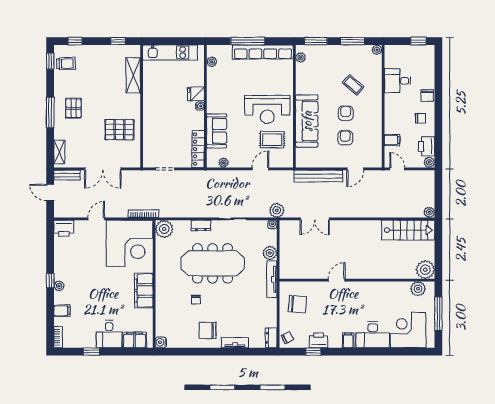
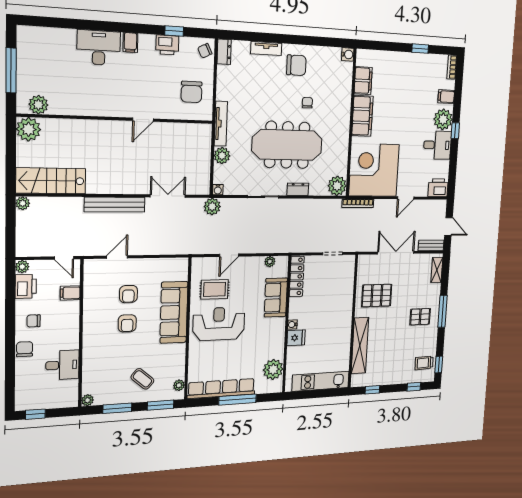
plant: (212, 62) -> (273, 369), width x1.88, depth x1.88
shelving: (133, 75) -> (360, 345), width x1.47
coffee table: (353, 85) -> (142, 379), moved
pallet: (73, 108) -> (420, 317), turned 90
bench: (318, 176) -> (115, 205), moved
plant: (59, 286) -> (443, 119), width x1.88, depth x1.88
chair: (297, 304) -> (191, 92), turned -94
corner desk: (408, 330) -> (52, 51), removed
desk: (109, 334) -> (437, 145), moved, turned 90
filing cabinet: (135, 340) -> (363, 81), moved, turned -90

